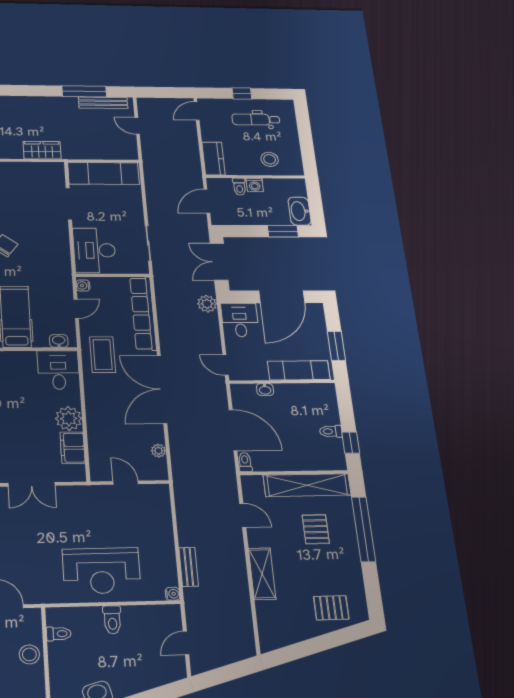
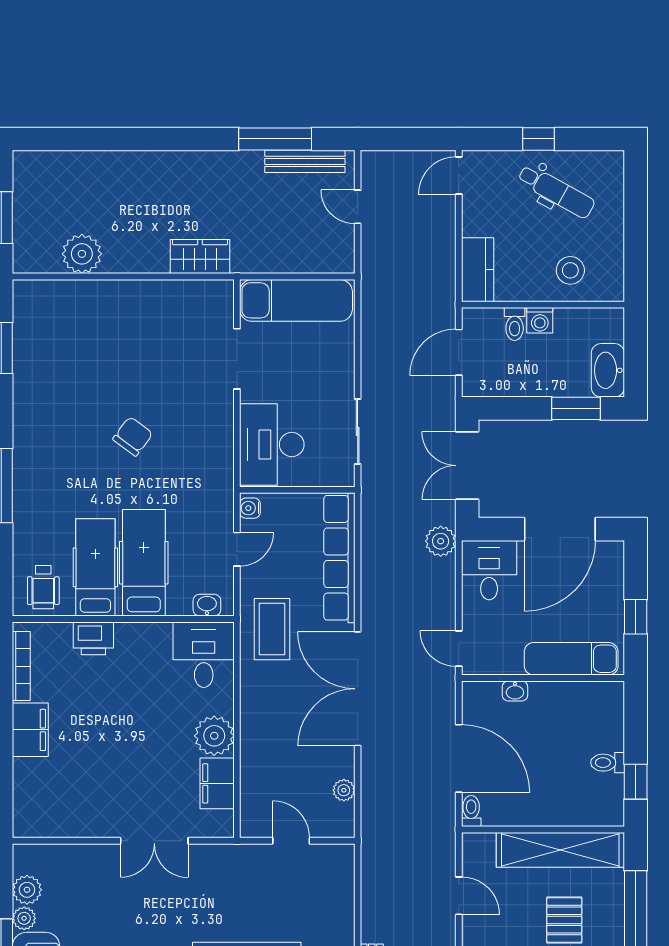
dental chair: (256, 120) -> (556, 191), turned -151
window: (336, 346) -> (636, 617), width x0.67

